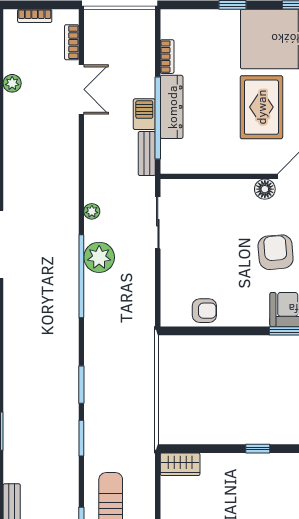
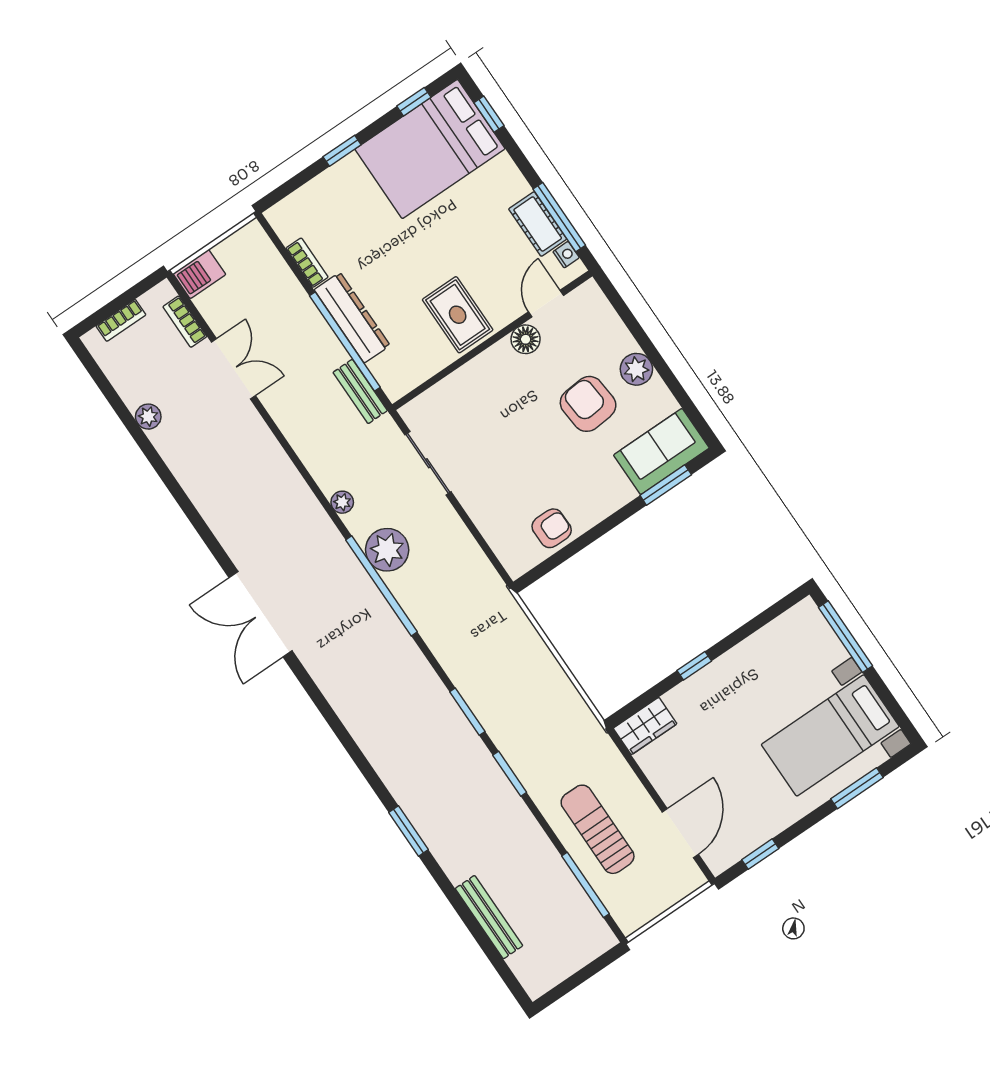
rug: (261, 107) -> (458, 315), moved, width x0.73, depth x0.70
barbecue: (144, 114) -> (199, 274), moved, turned -90
window: (258, 449) -> (694, 666), moved

